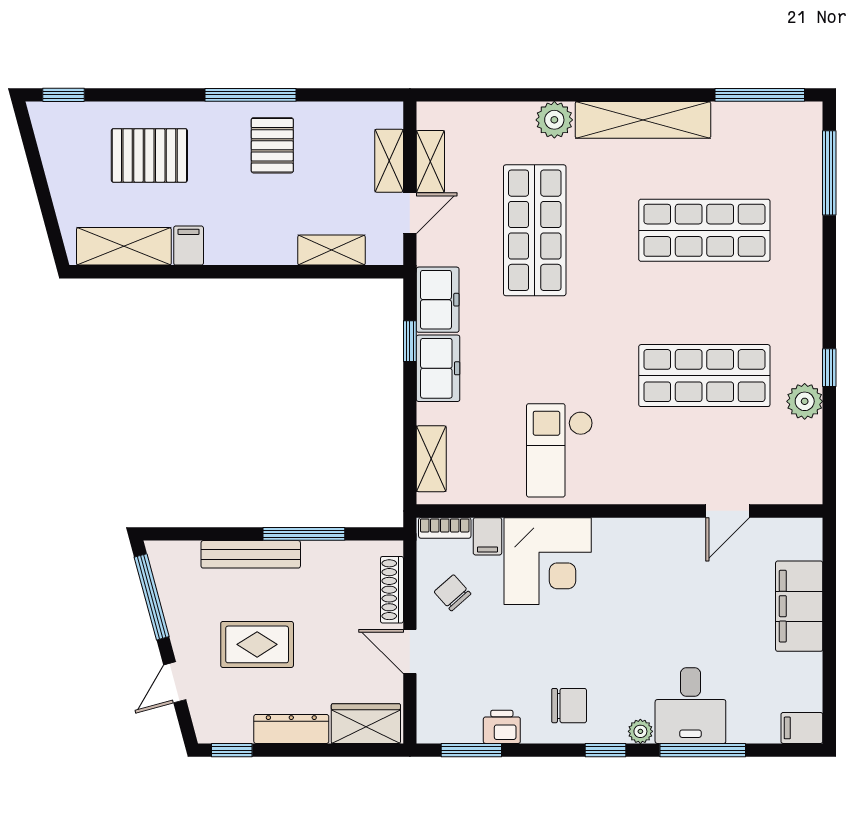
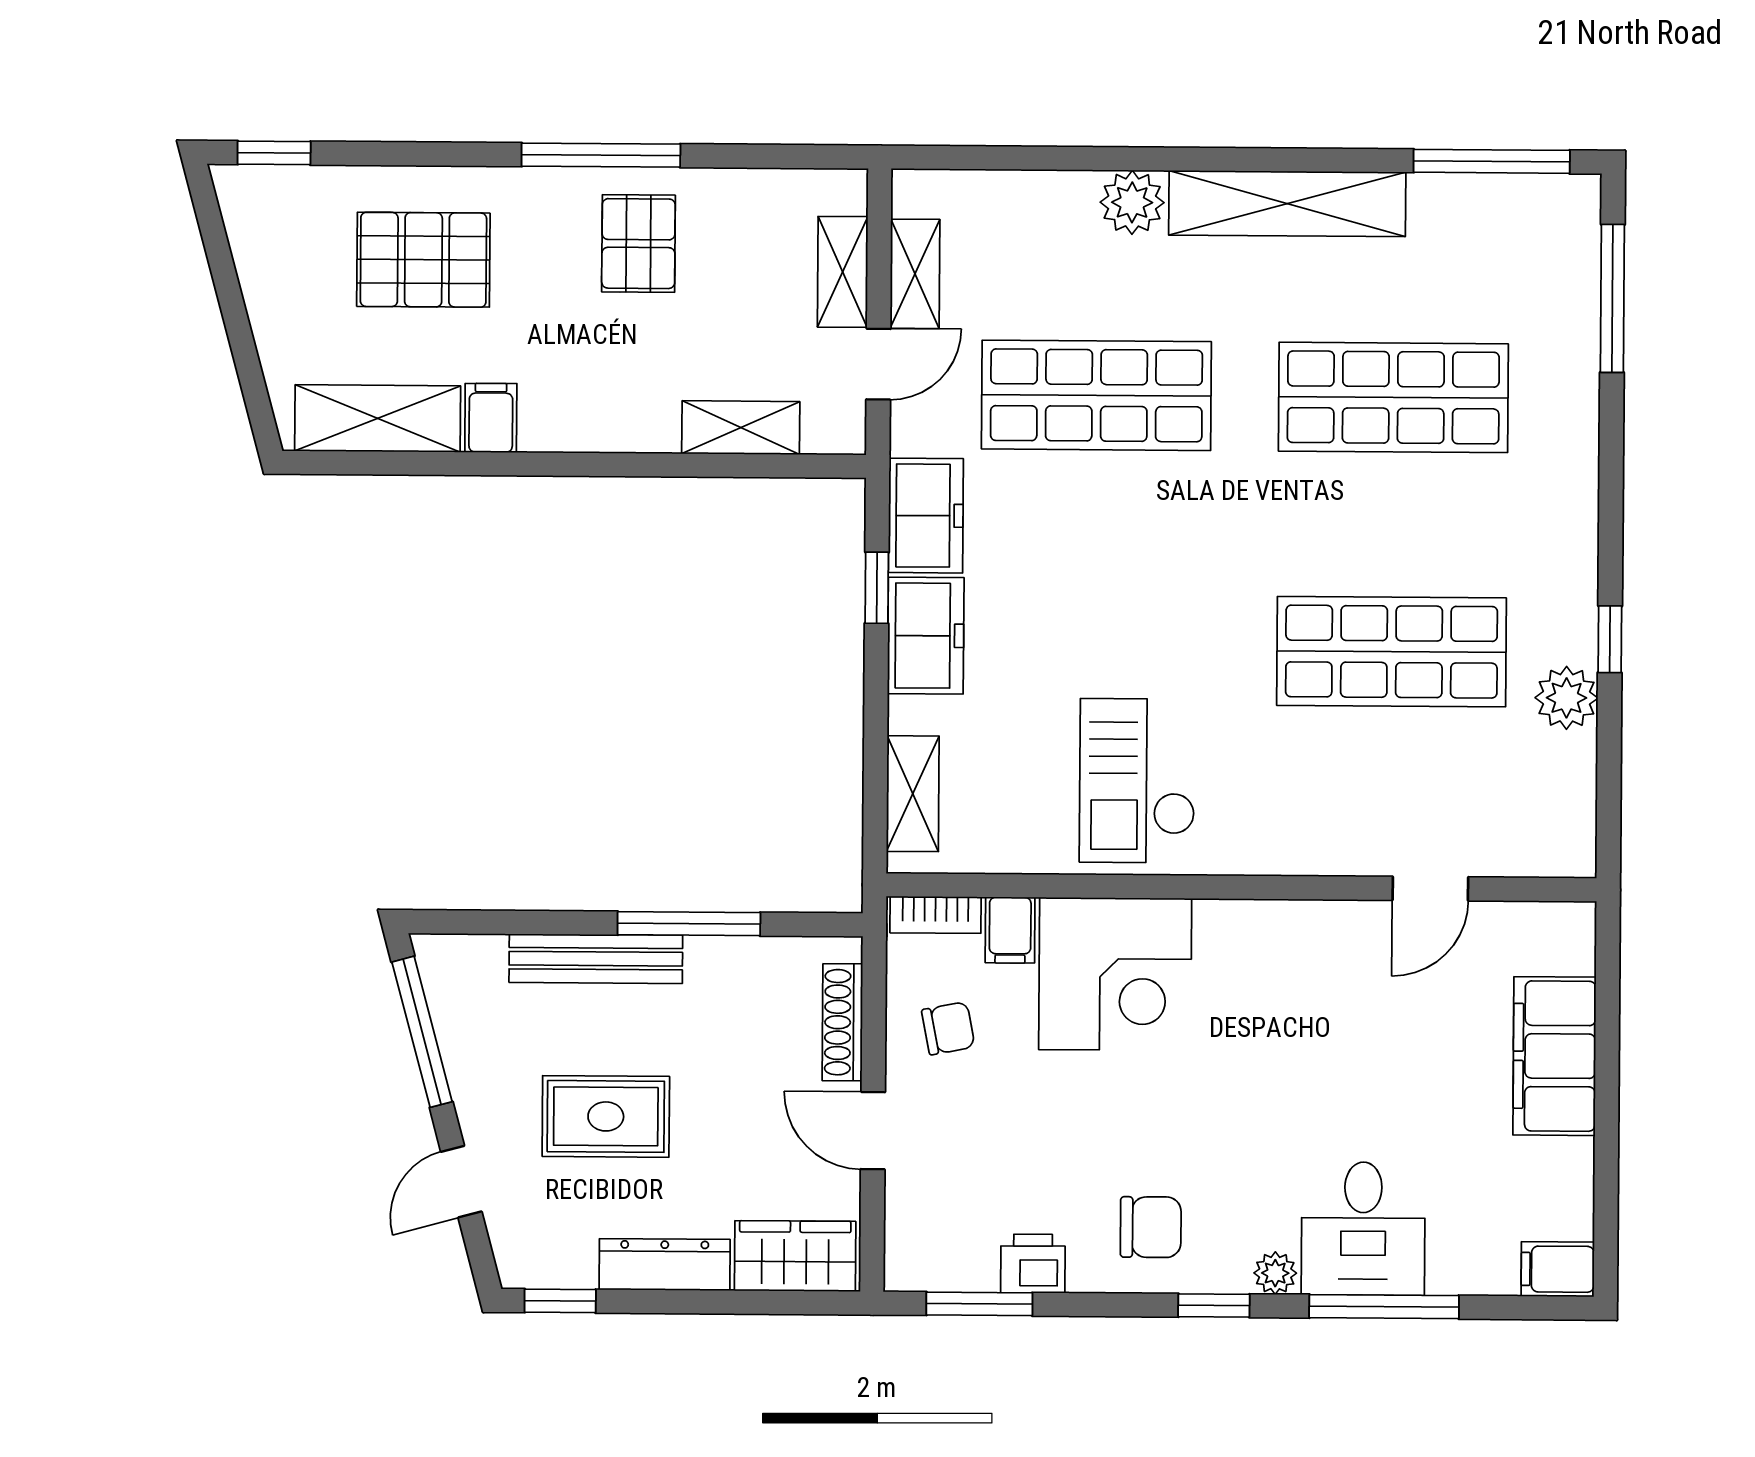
shop shelf: (535, 230) -> (1096, 395), turned 90
chair: (452, 593) -> (948, 1028), turned 121

